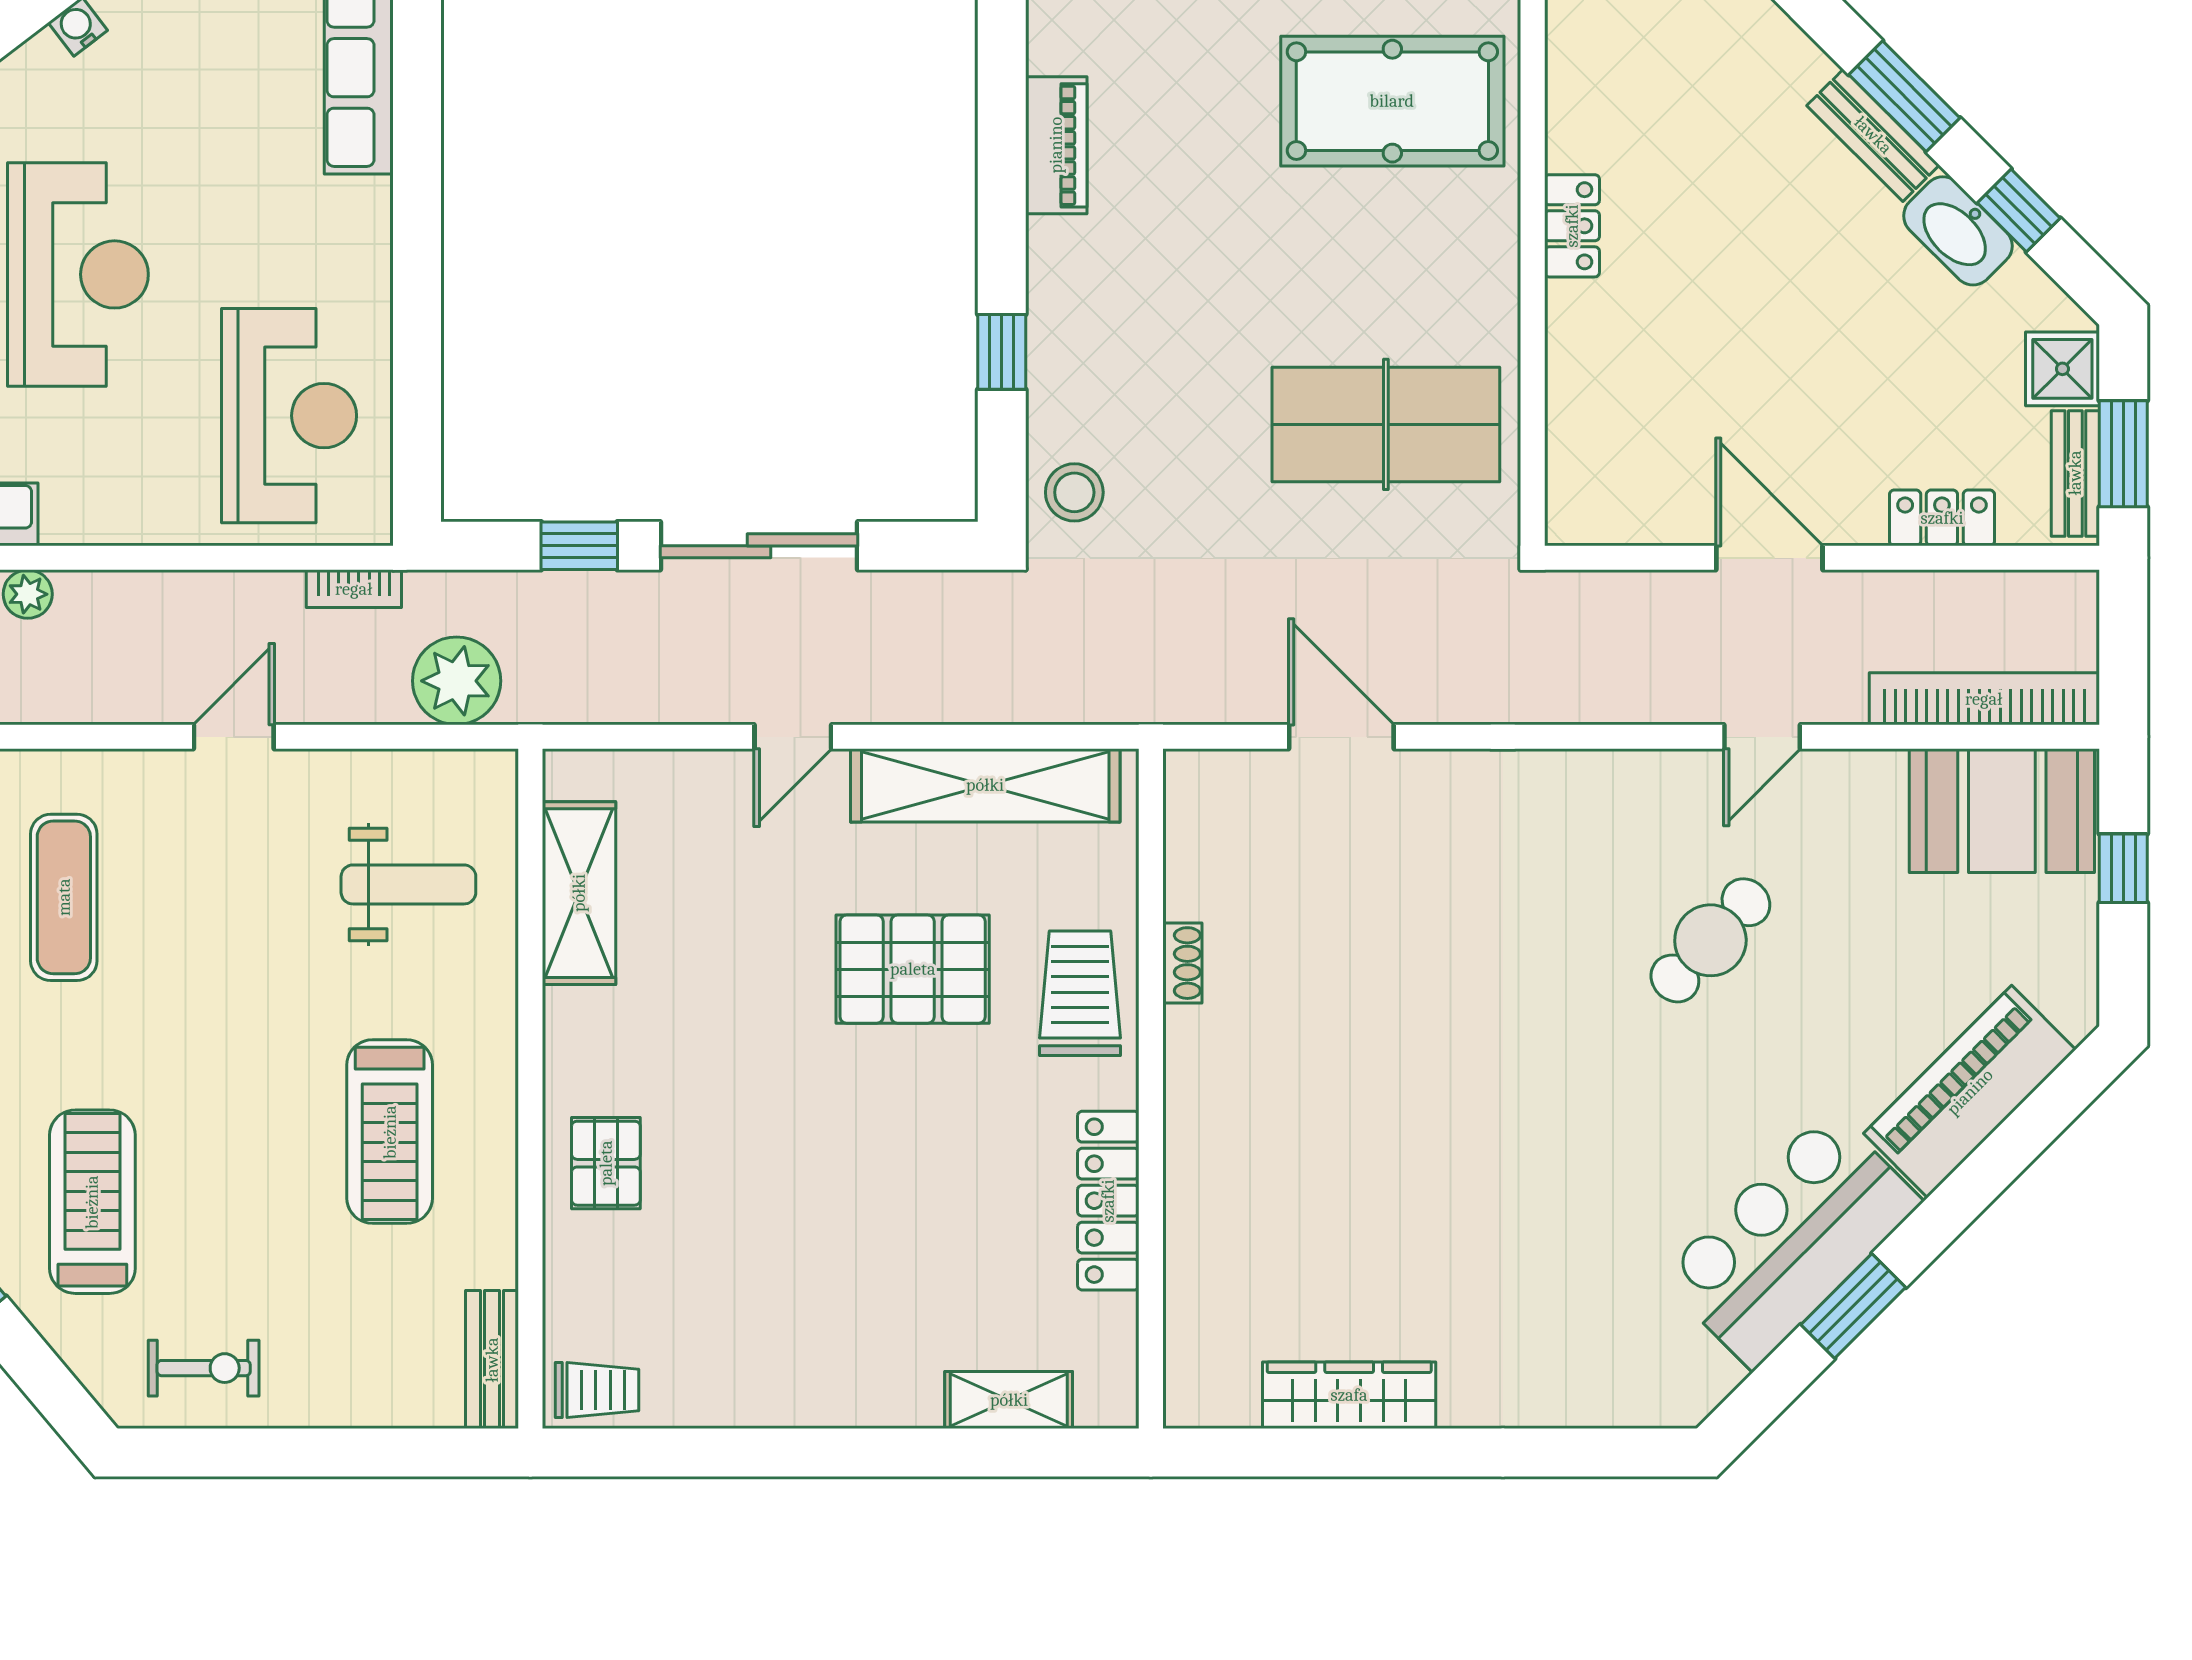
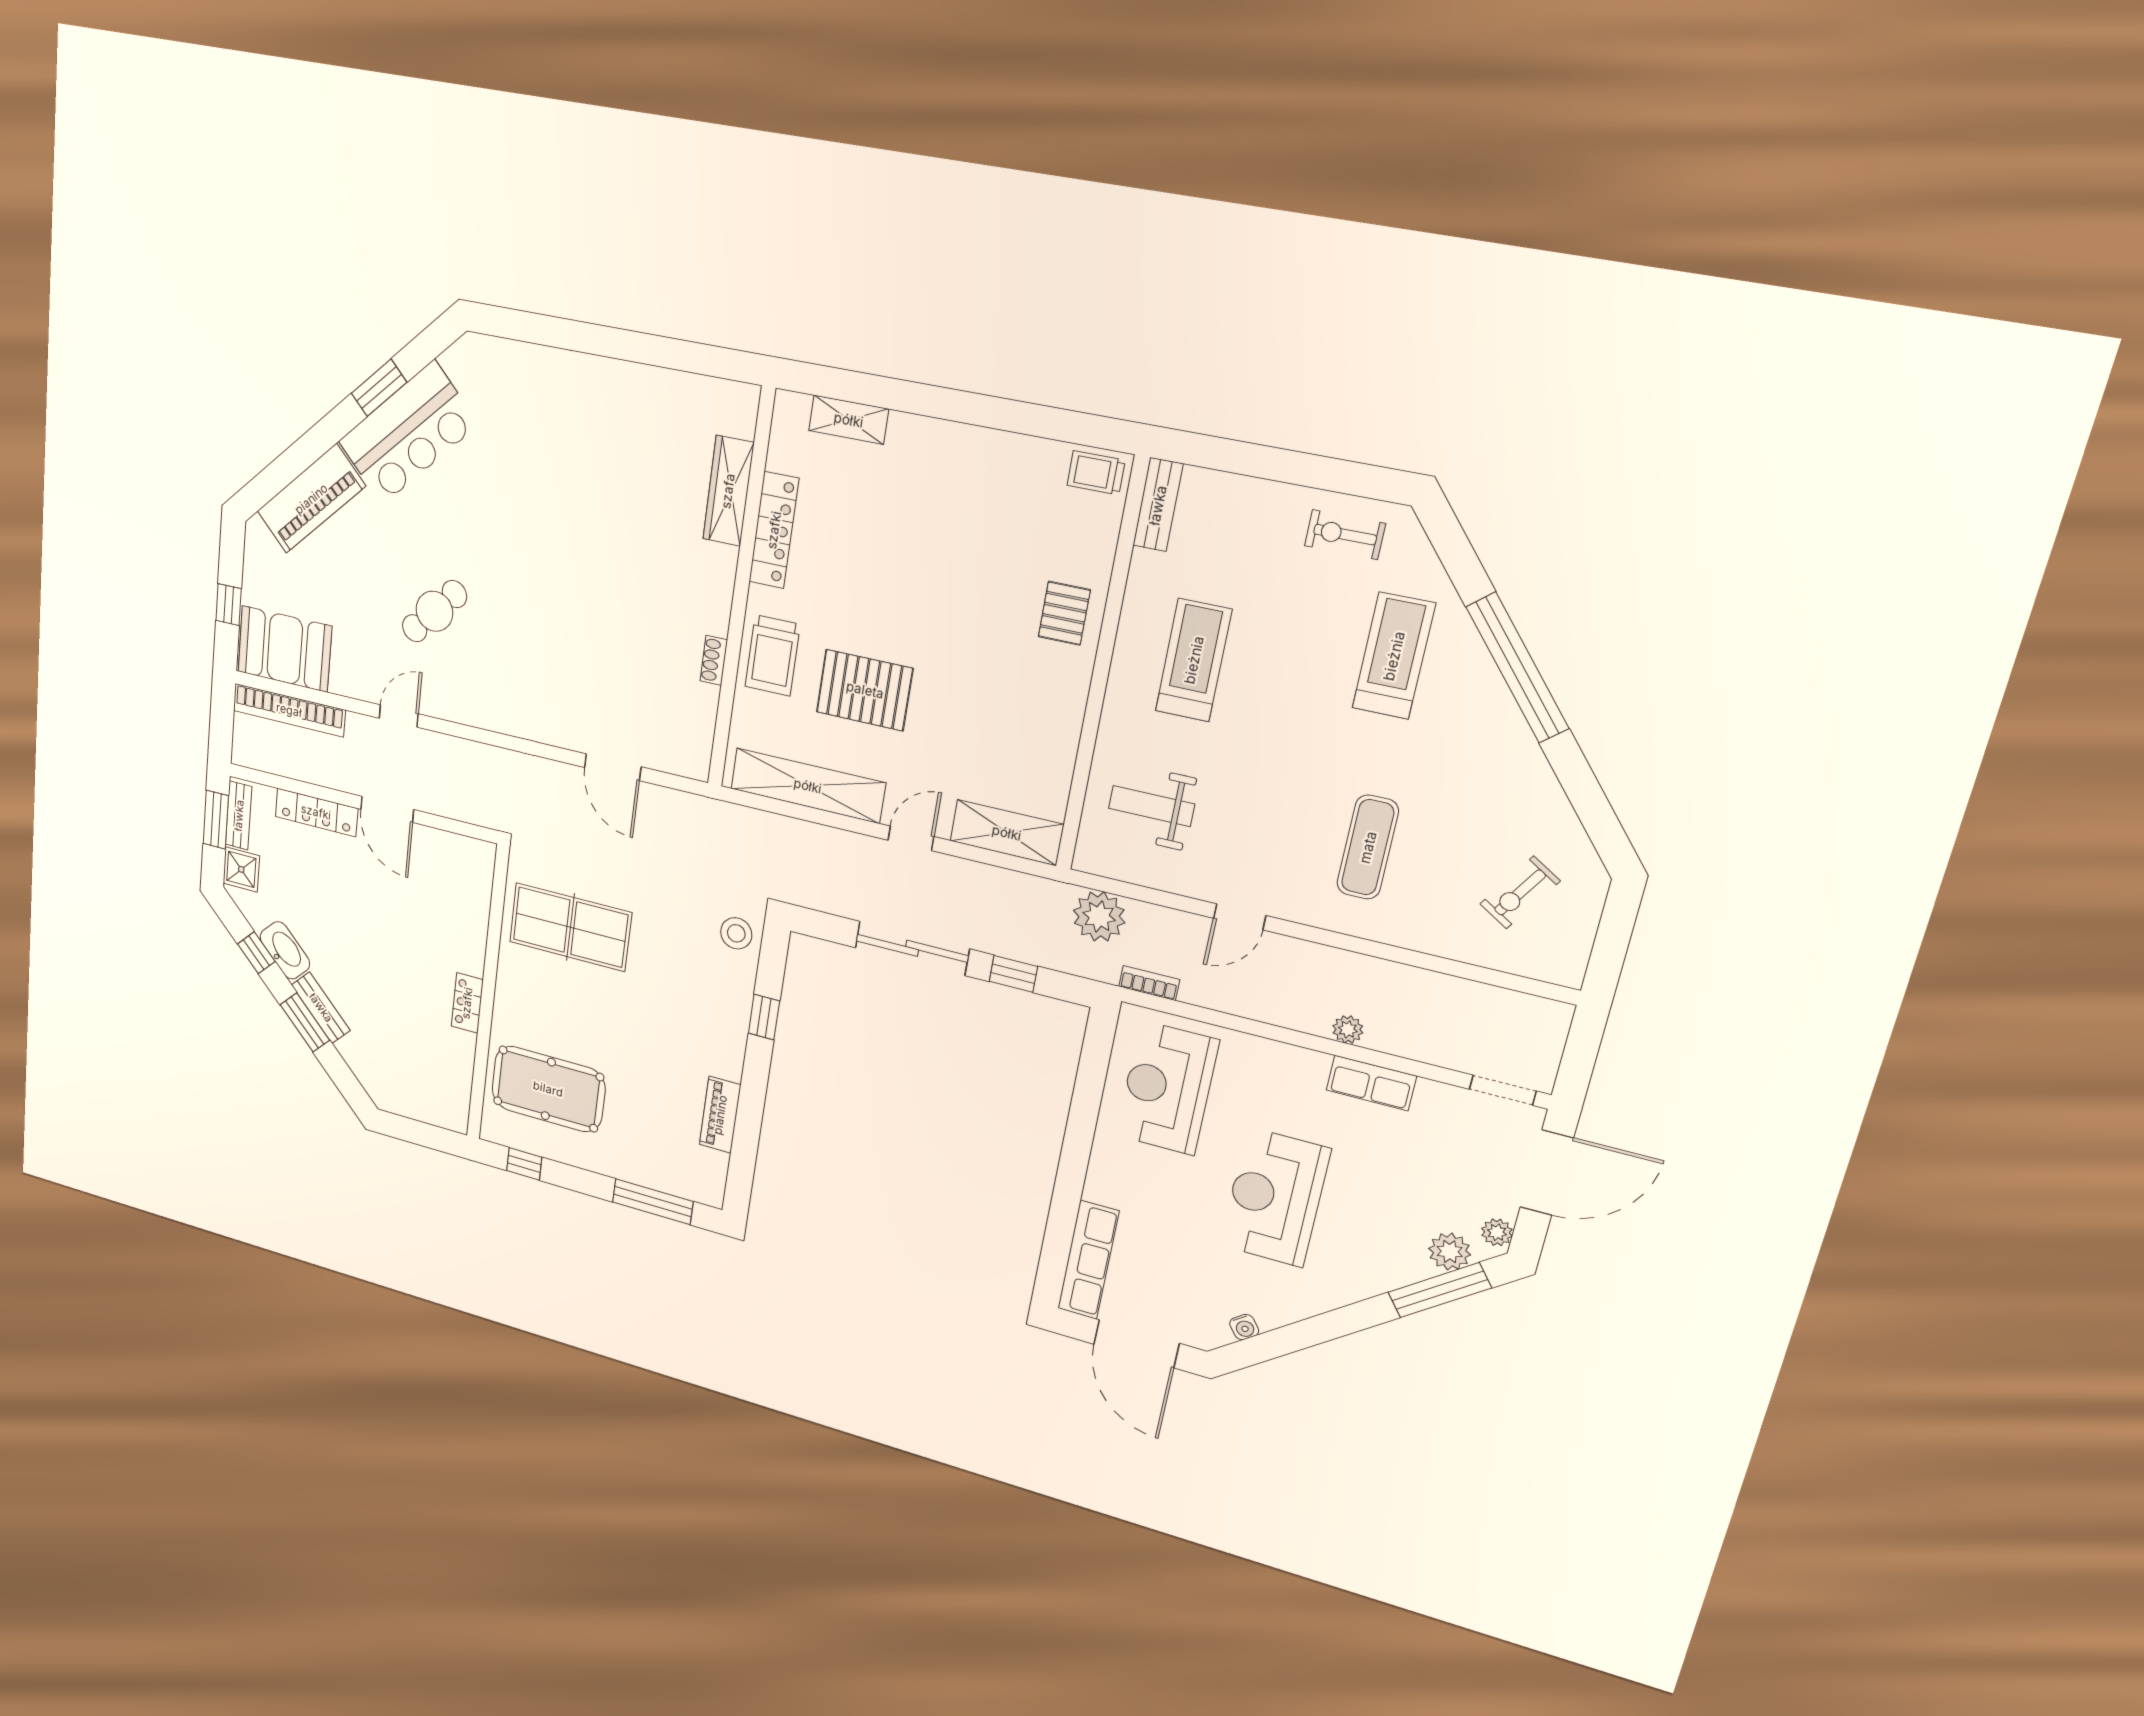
locker: (1942, 518) -> (316, 812), width x1.53
shelving: (579, 893) -> (1007, 833), moved, turned 90
treadmill: (92, 1202) -> (1394, 656), turned 180
wardrobe: (1349, 1395) -> (728, 491), moved, turned 90

